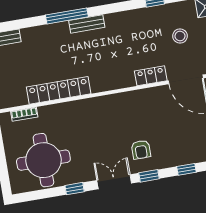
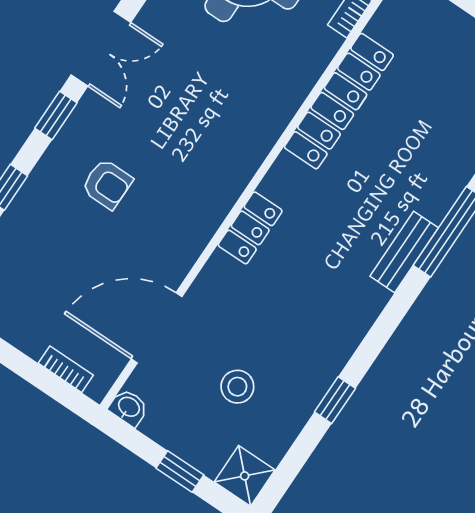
locker: (151, 76) -> (250, 228), moved
armchair: (141, 150) -> (107, 184), moved, turned 180

